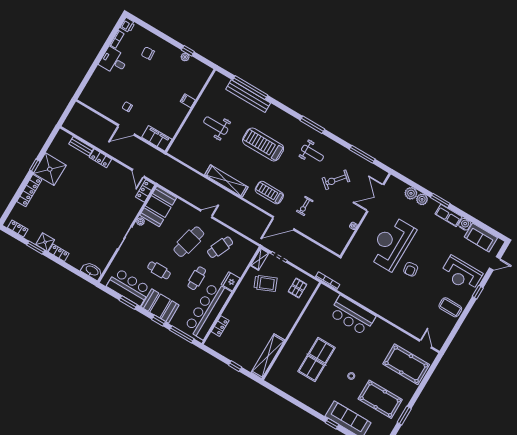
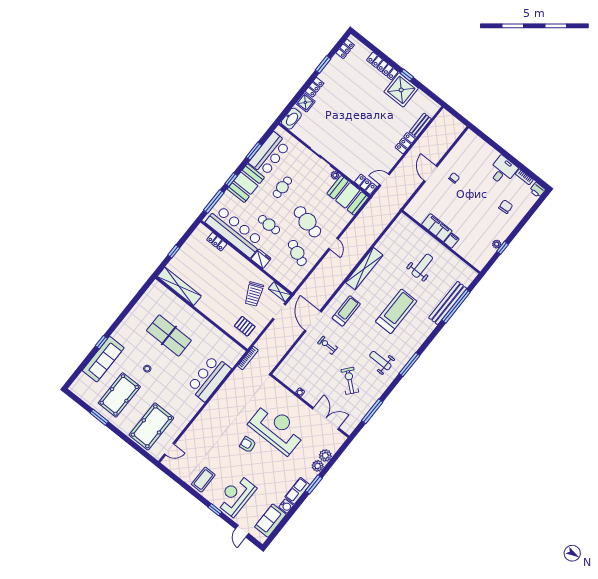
filing cabinet: (157, 138) -> (437, 228), moved, turned -90
weight bench: (312, 153) -> (380, 361), turned 90
shower: (45, 242) -> (305, 102), moved

